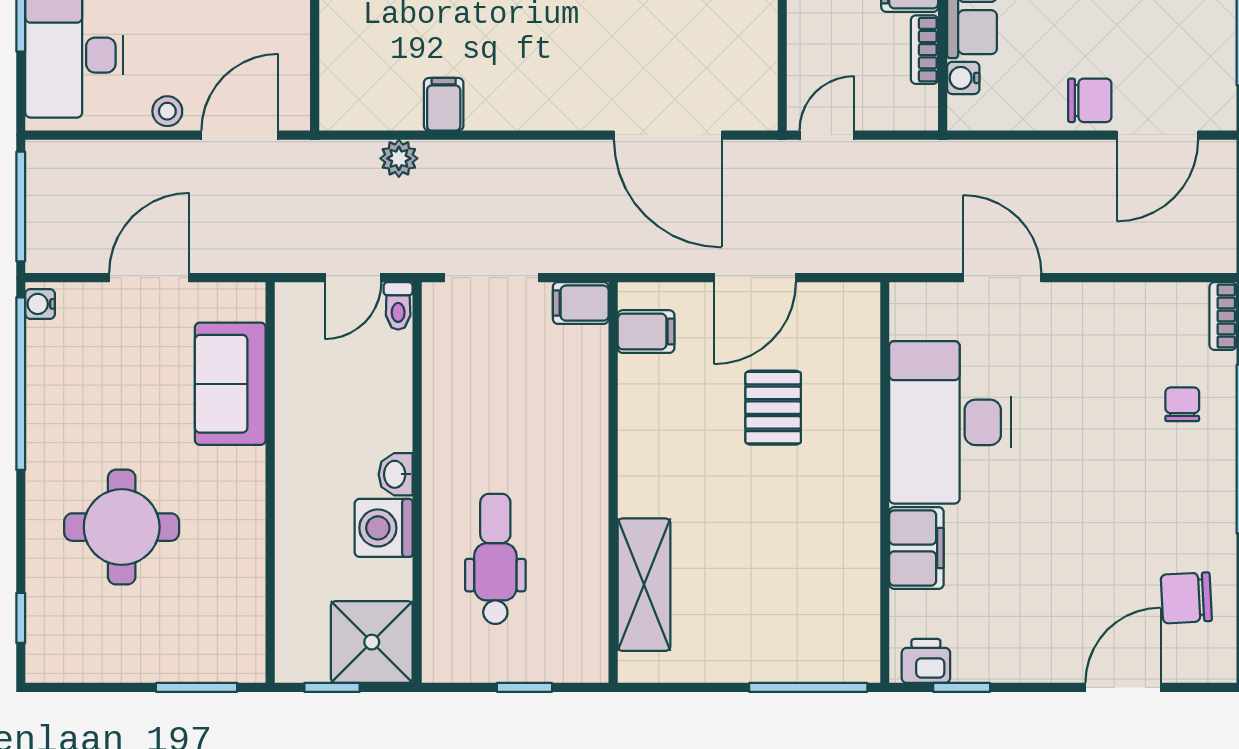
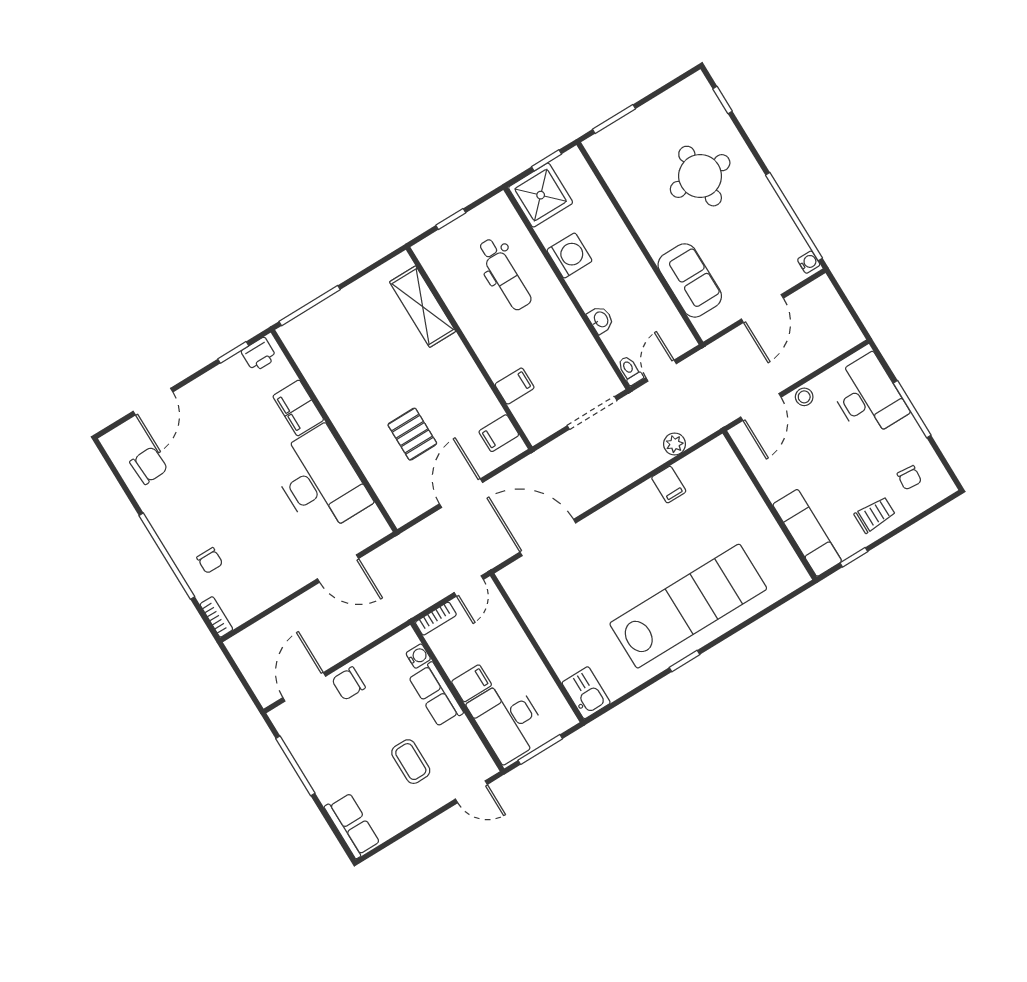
bookcase: (924, 50) -> (436, 619), moved, turned 90
window: (21, 207) -> (848, 305), removed
filing cabinet: (581, 303) -> (515, 386), moved
washbasin: (396, 474) -> (601, 320), moved

